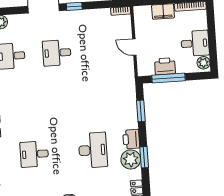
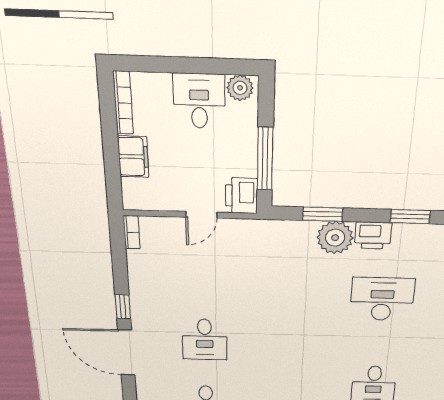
printer: (165, 66) -> (241, 196), moved
plant: (131, 159) -> (335, 238), moved

